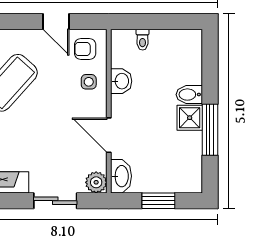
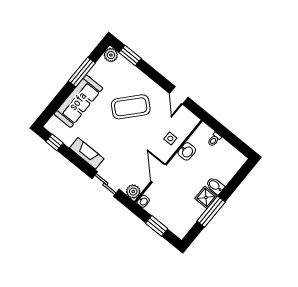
armchair: (85, 49) -> (182, 121), removed
washbasin: (121, 176) -> (143, 201), width x0.52, depth x0.69

